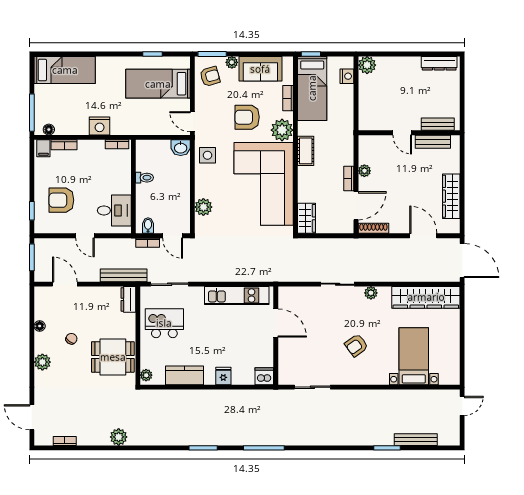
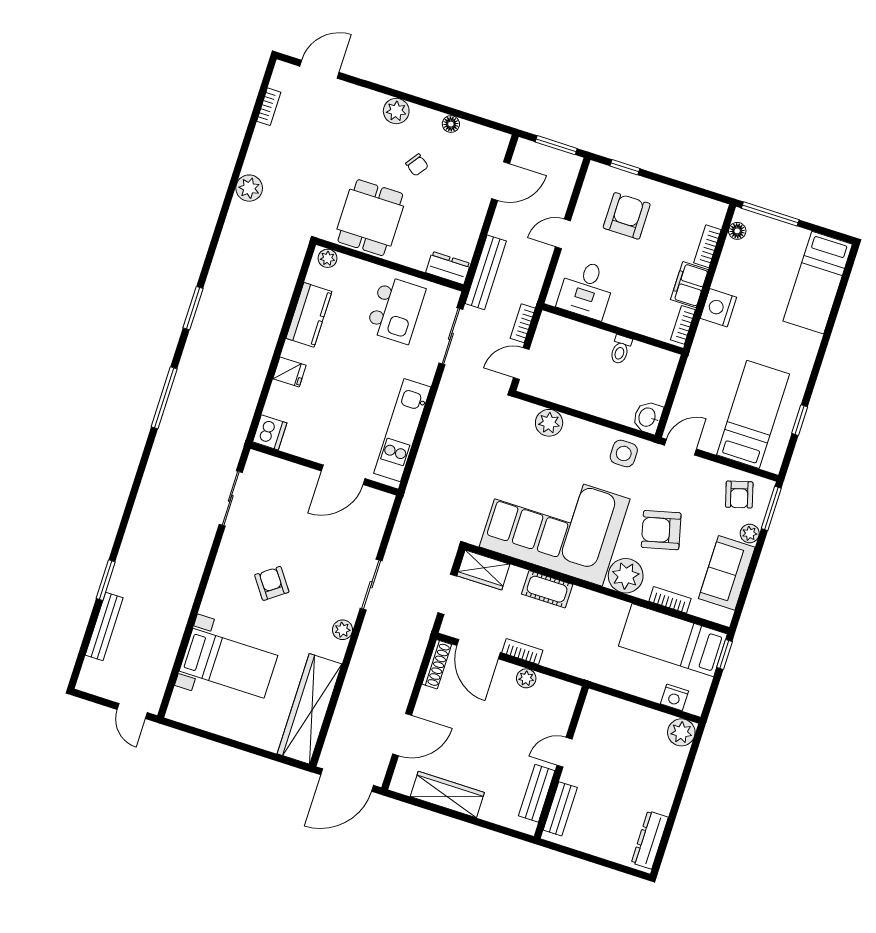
armchair: (247, 117) -> (661, 530), turned -104
filing cabinet: (43, 148) -> (689, 285), moved, width x2.00
cot: (306, 151) -> (547, 589), moved
bidet: (148, 225) -> (548, 332), removed
doorway: (329, 236) -> (447, 594), added

